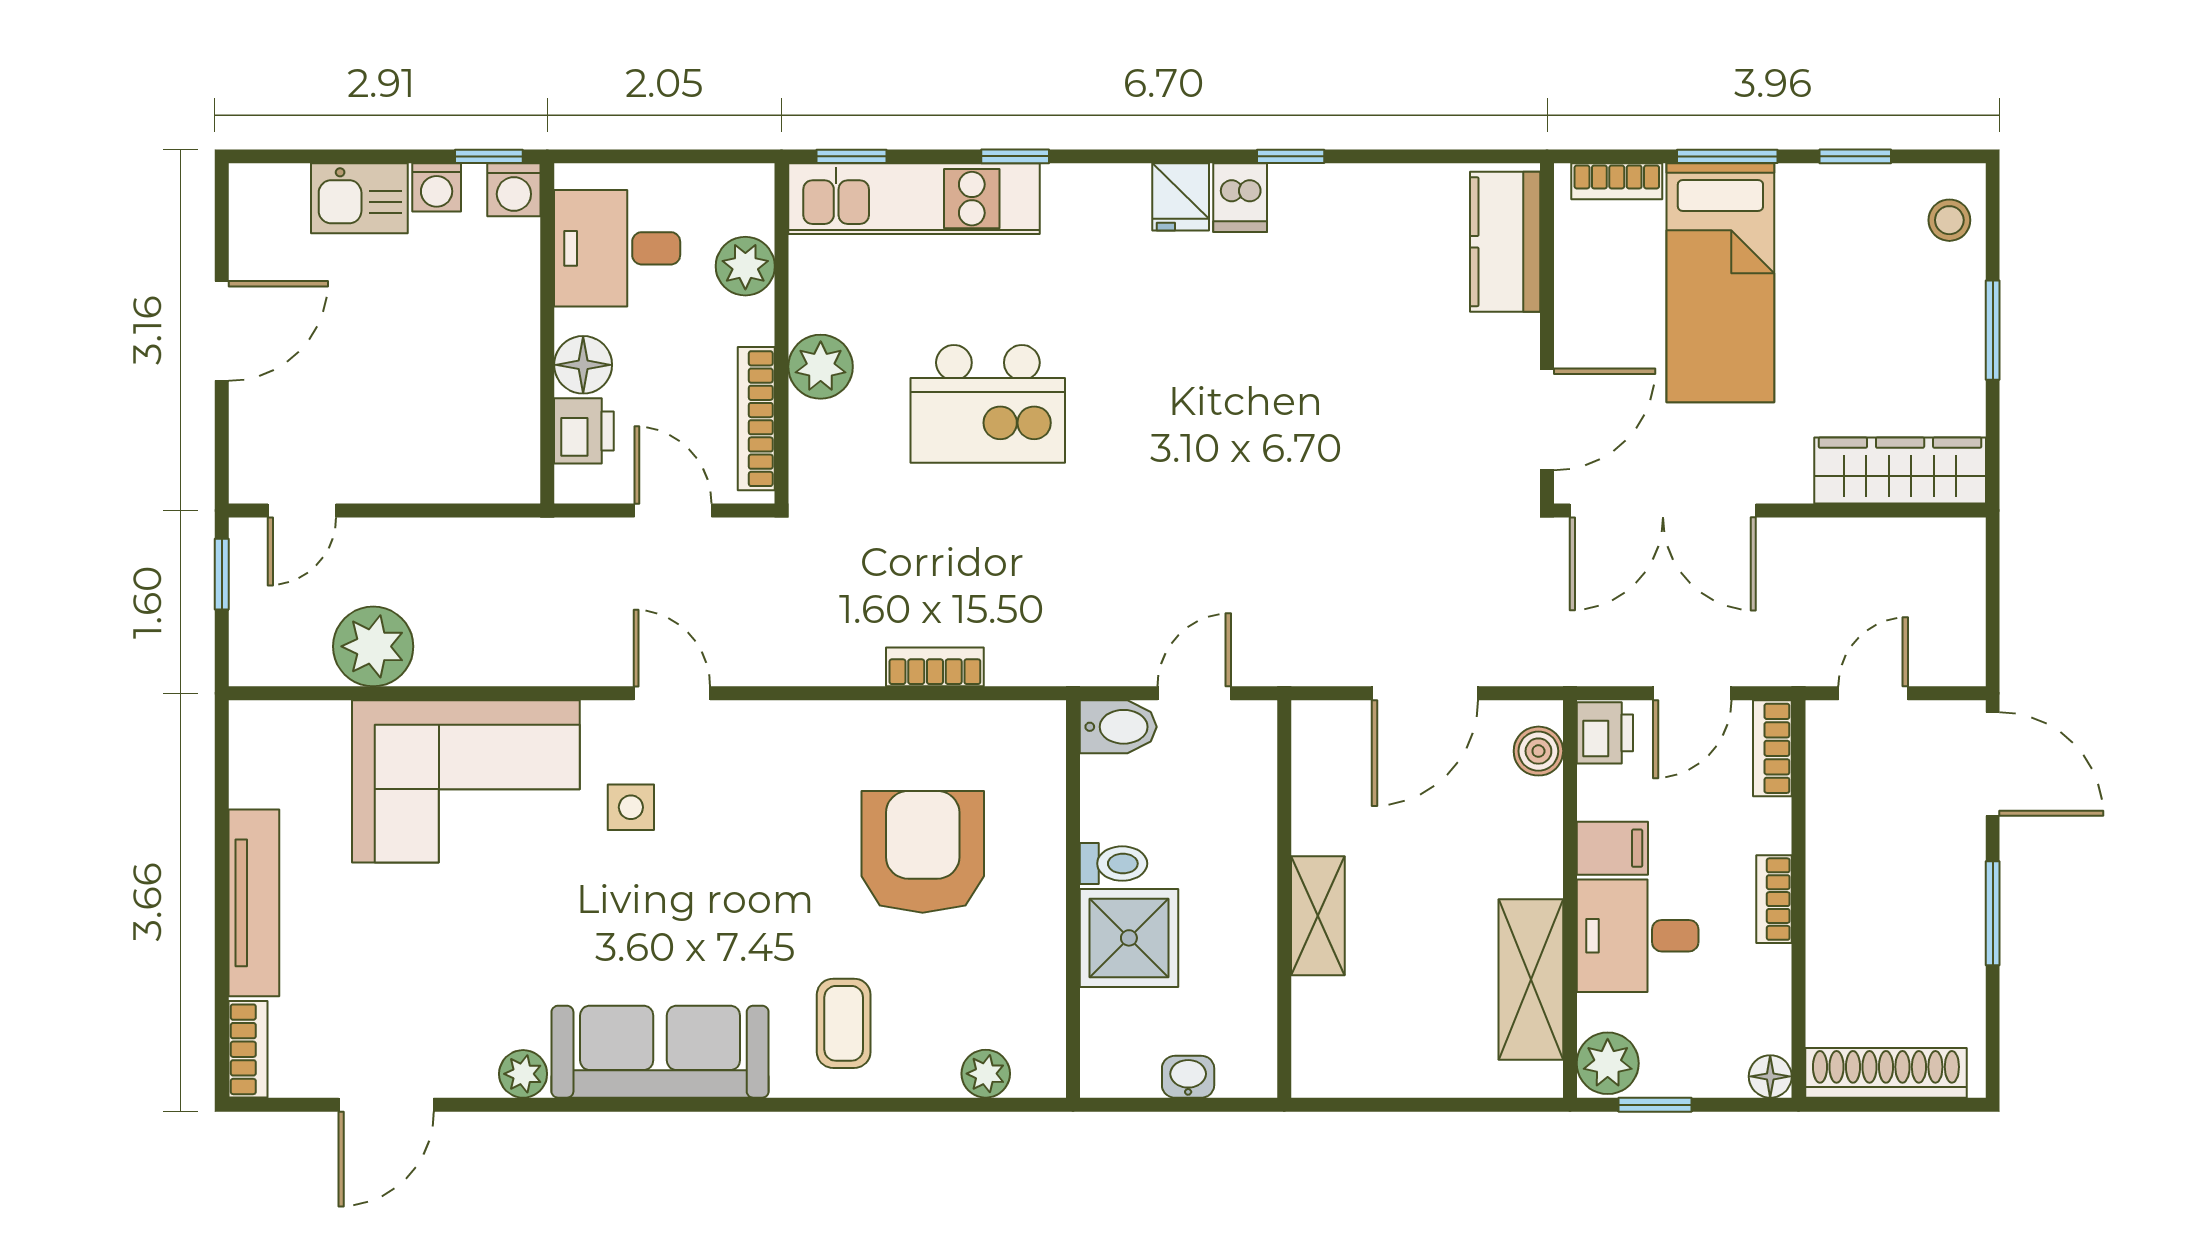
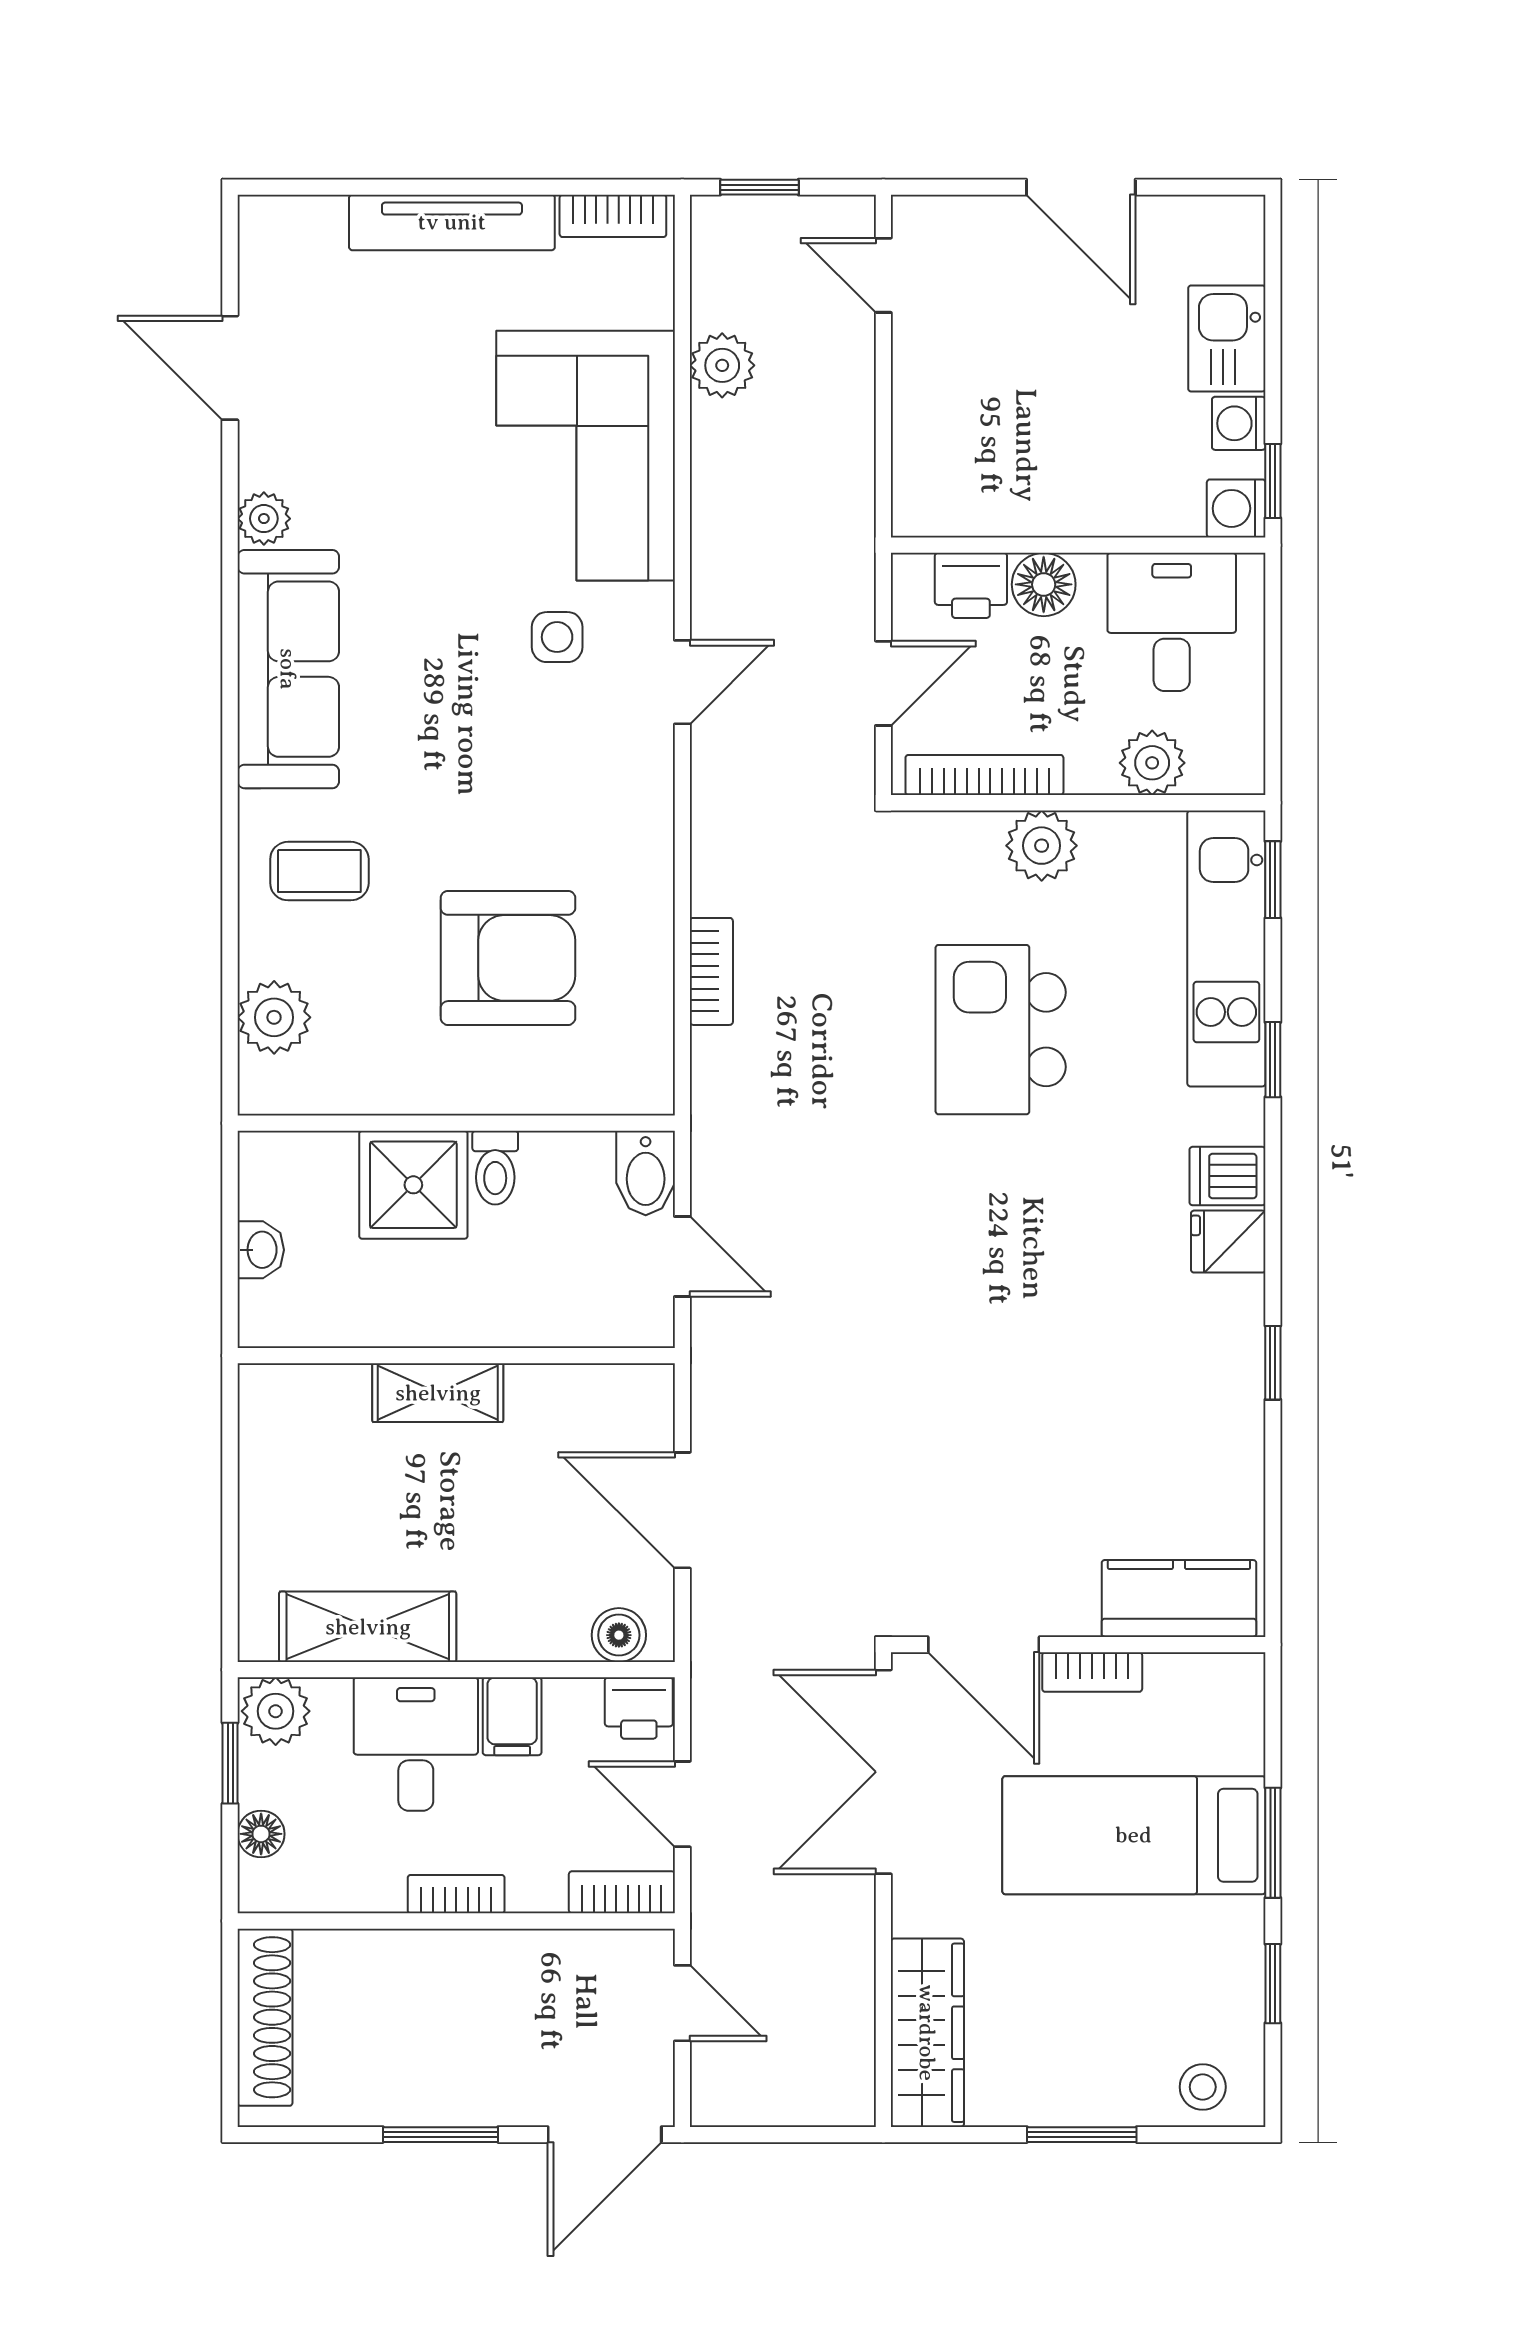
bookcase: (1617, 181) -> (1092, 1672), moved, turned -90
dishwasher: (1240, 198) -> (1227, 1176), moved
window: (222, 574) -> (759, 187), moved
plant: (373, 646) -> (722, 365), width x0.73, depth x0.73
bookcase: (248, 1049) -> (613, 216), moved
plant: (986, 1074) -> (274, 1017), width x1.38, depth x1.38
floor lamp: (1770, 1076) -> (261, 1834), moved

